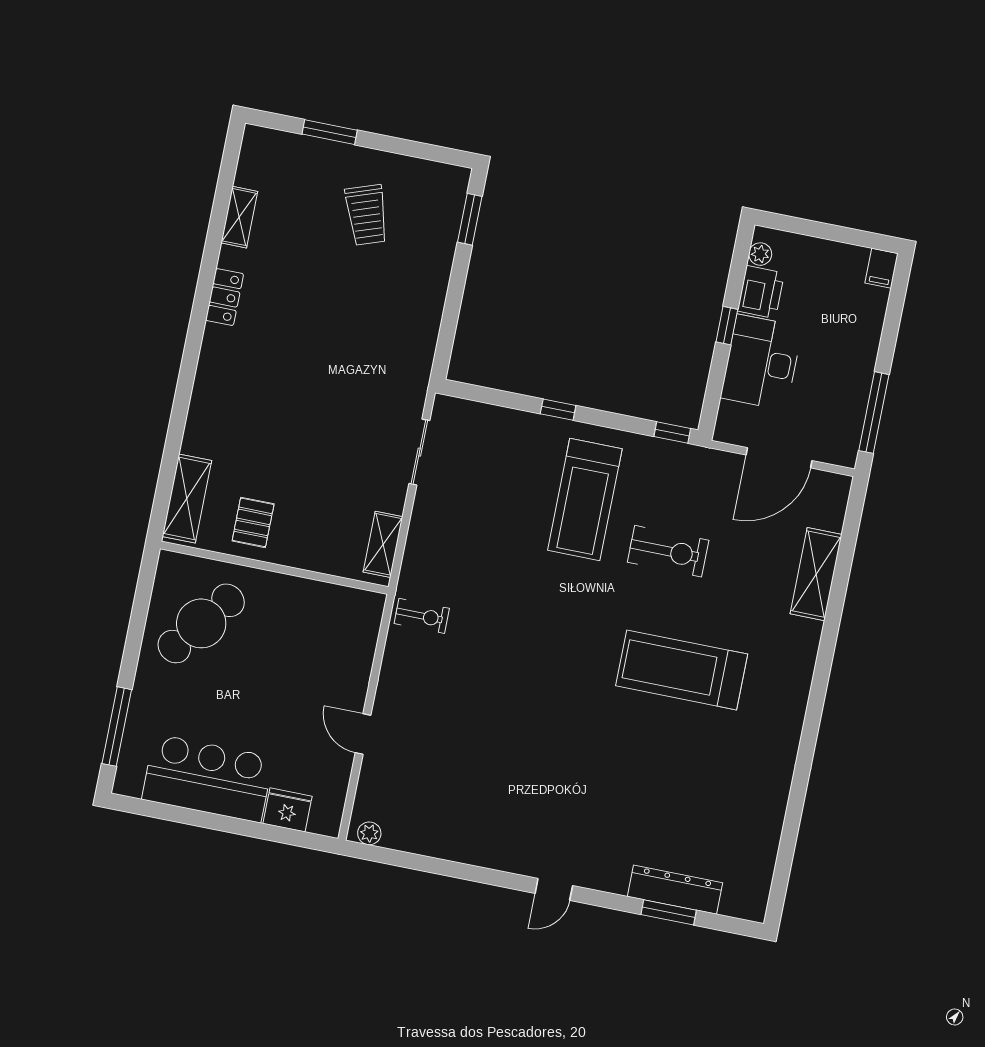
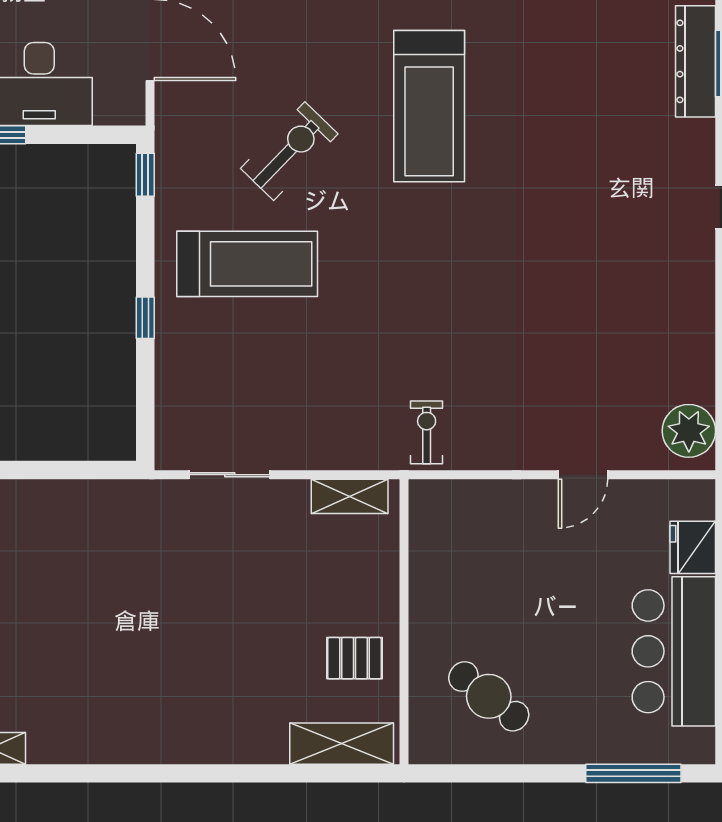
locker: (225, 297) -> (90, 747), removed
exercise bike: (668, 551) -> (289, 151), turned 44
cafe table: (201, 623) -> (489, 696), width x0.73, depth x0.74
plant: (369, 833) -> (689, 431), width x1.87, depth x1.87

